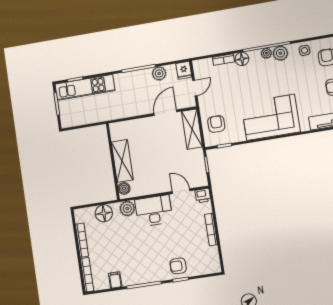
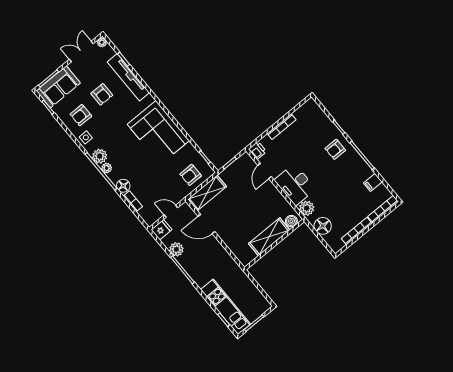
armchair: (178, 266) -> (335, 149), moved, turned 90

